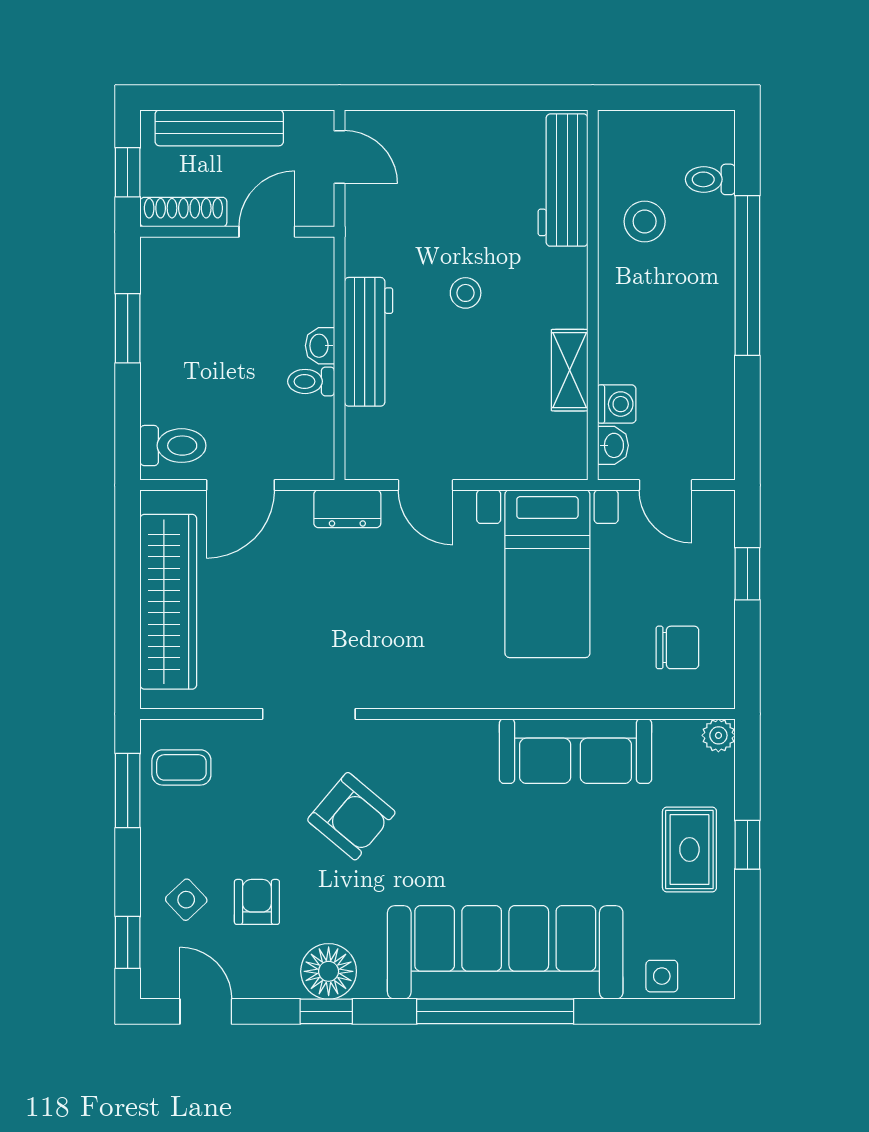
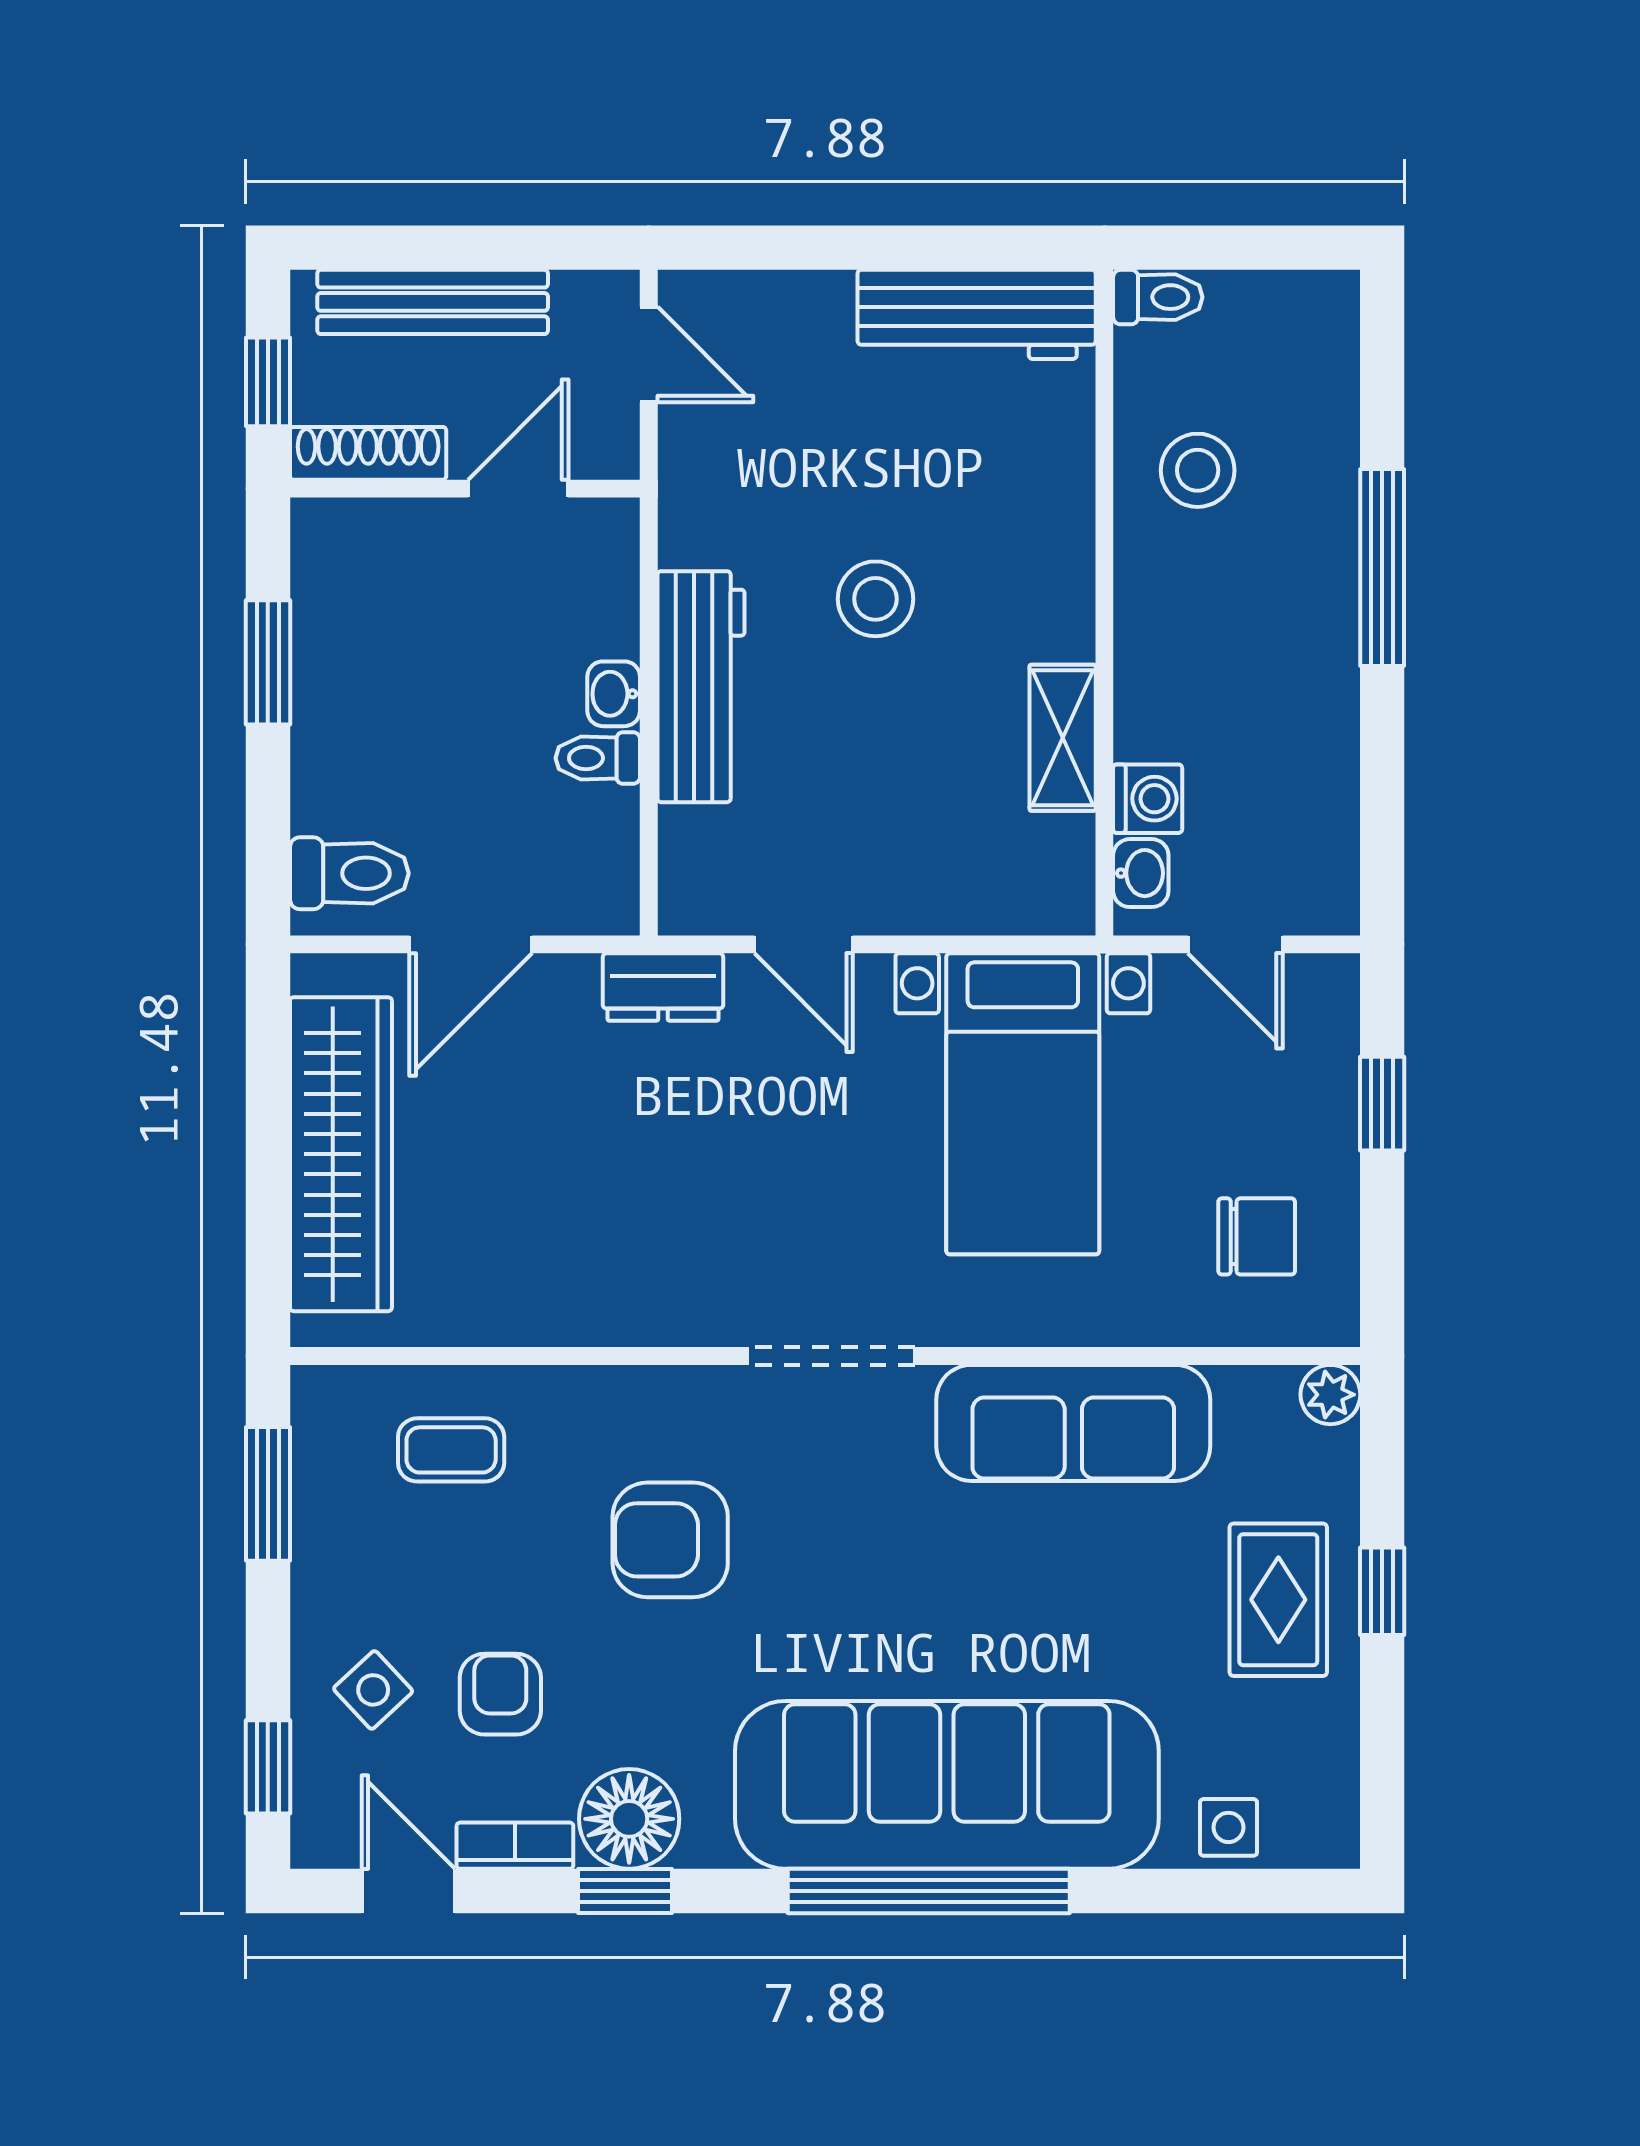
toilet: (710, 179) -> (1158, 297), moved, turned 180
workbench: (563, 180) -> (977, 314), moved, turned -90
window: (747, 275) -> (1382, 567), width x0.68
stool: (466, 293) -> (876, 599), width x1.37, depth x1.37
doorway: (309, 714) -> (831, 1356), moved
coffee table: (181, 767) -> (451, 1450), moved
armchair: (351, 816) -> (670, 1540), turned 140
bookcase: (265, 986) -> (515, 1846), added

